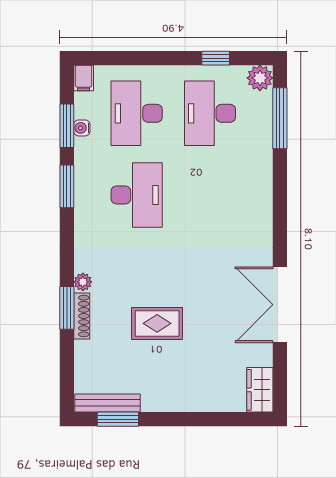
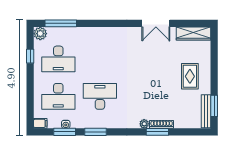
double door: (280, 305) -> (156, 23), width x0.73
rug: (157, 323) -> (190, 76), moved
wardrobe: (260, 390) -> (194, 34), width x1.50

